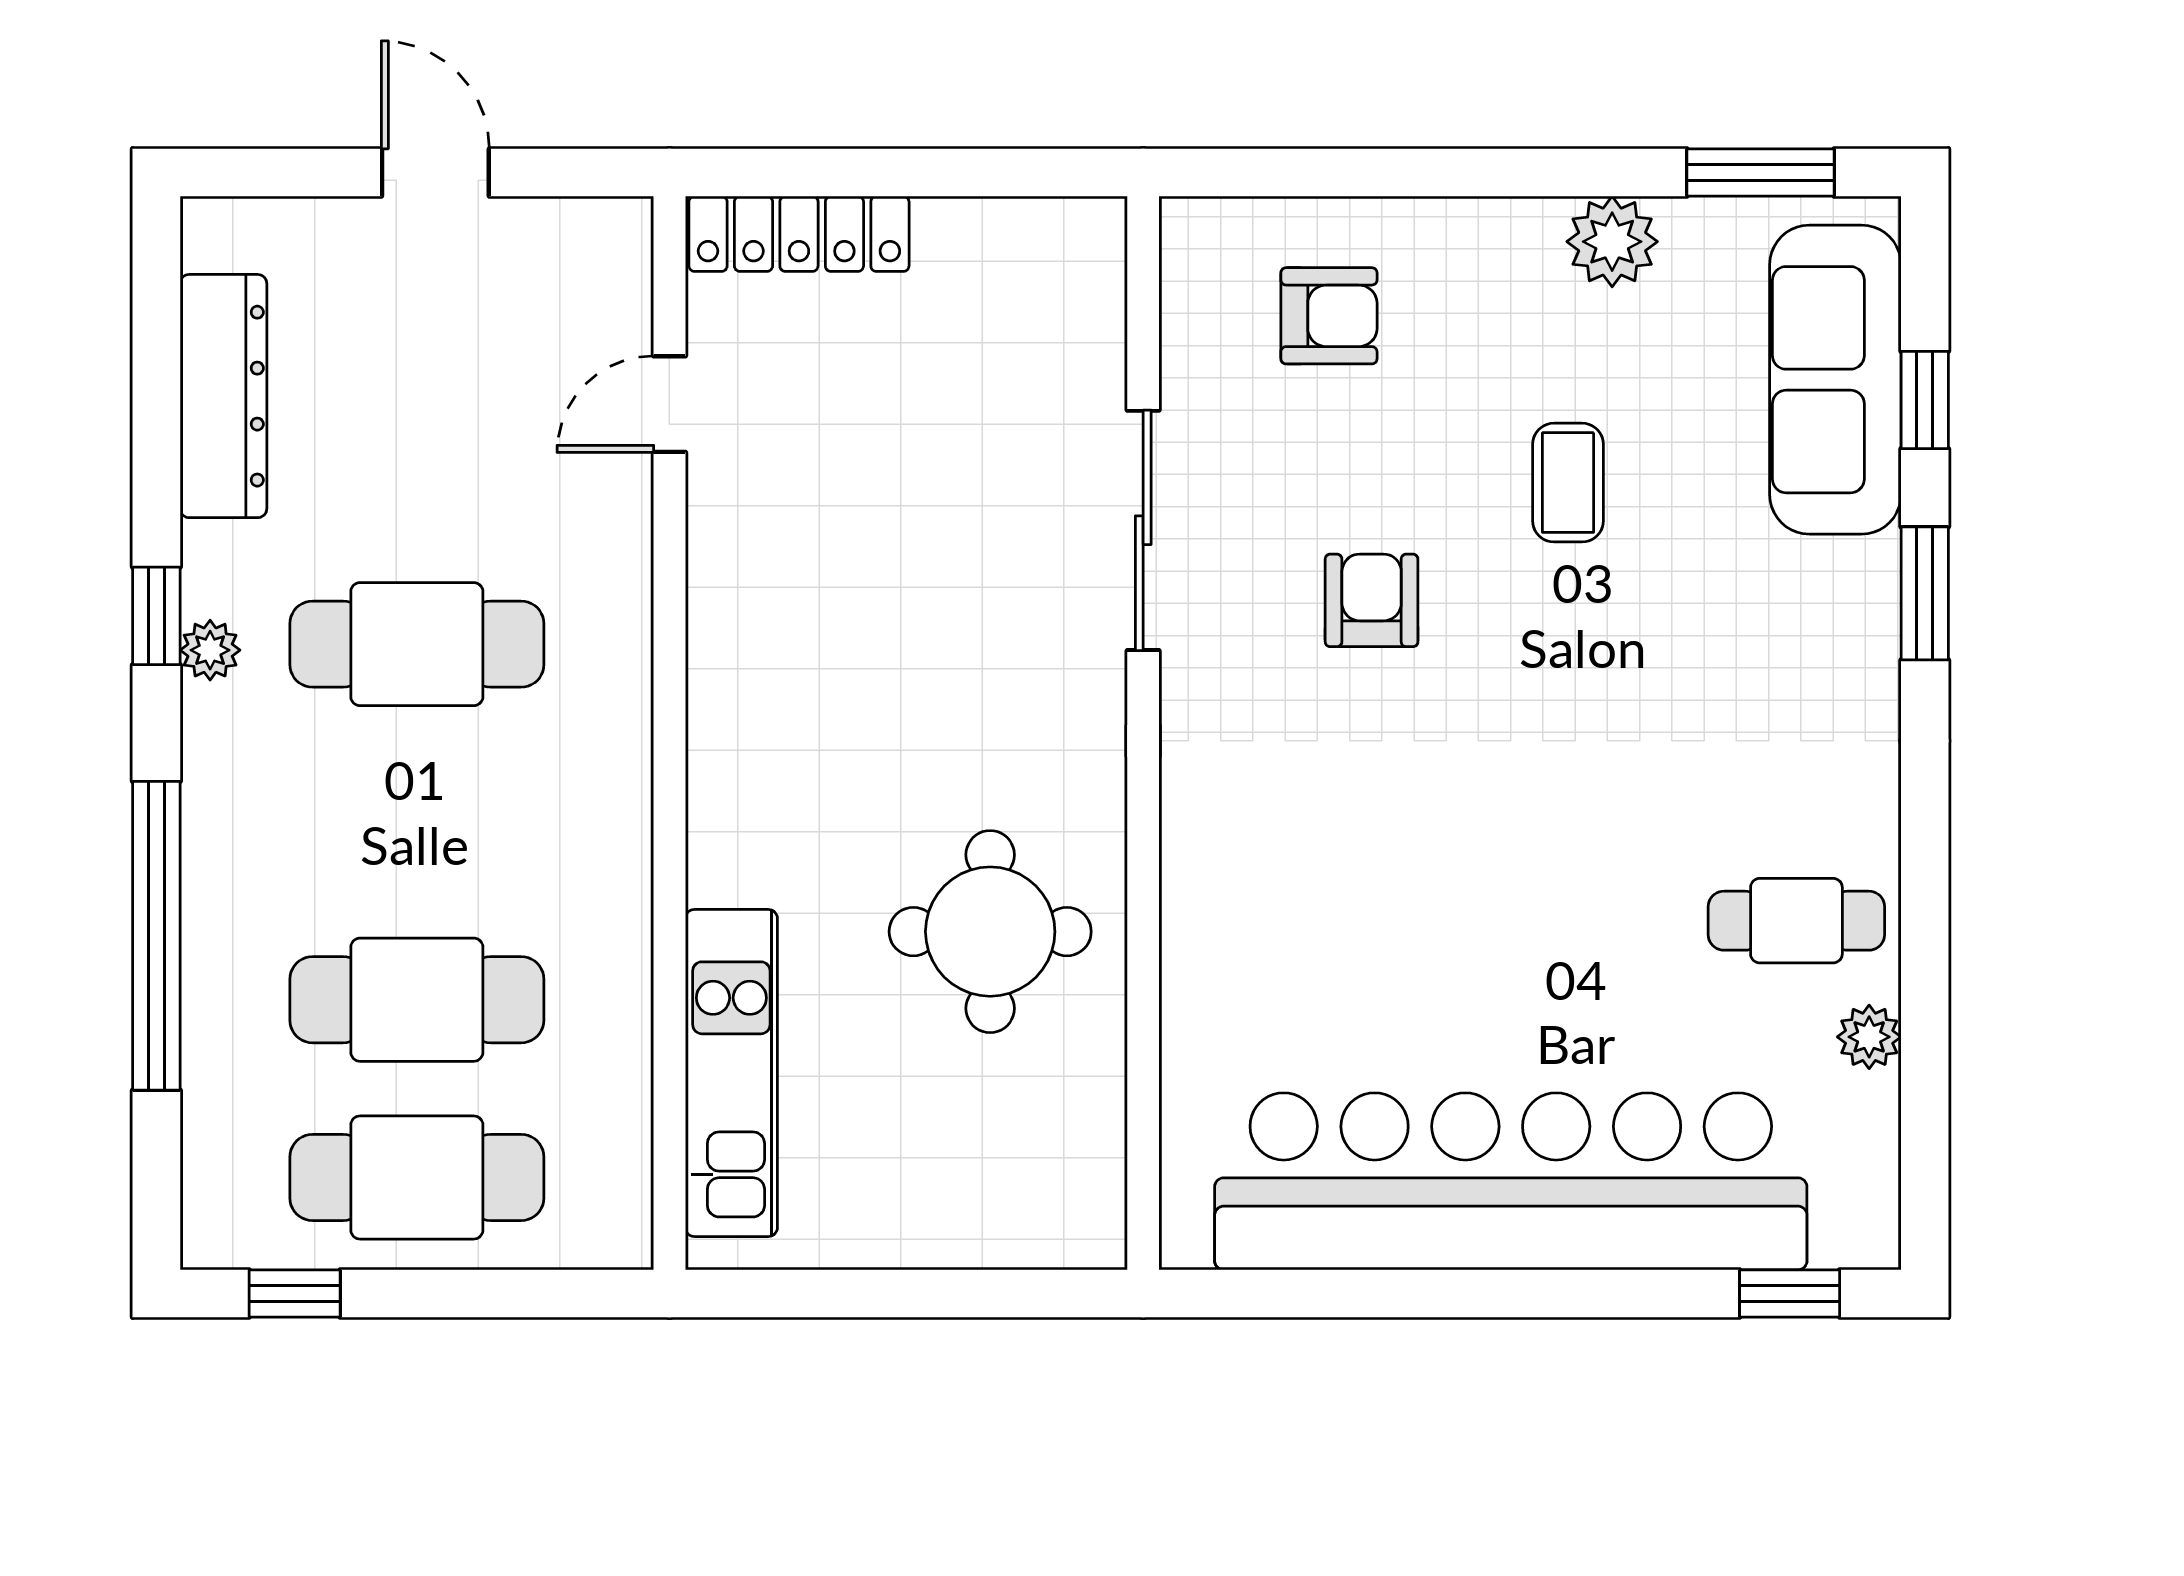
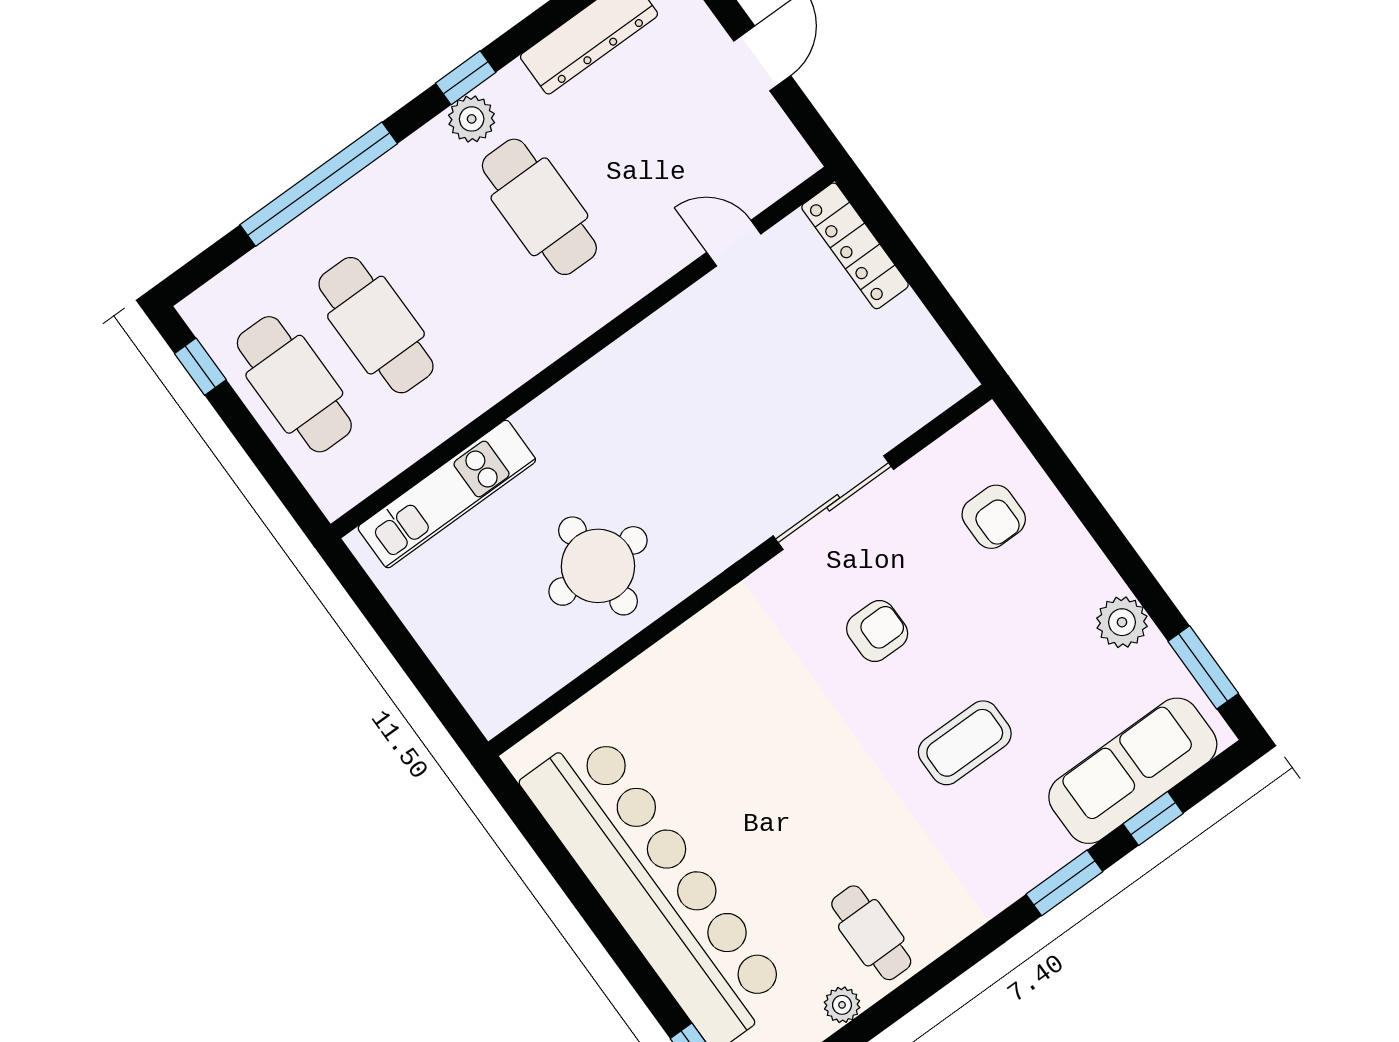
coffee table: (1568, 483) -> (965, 743), moved, width x1.36, depth x1.30
plant: (210, 650) -> (472, 119), width x1.38, depth x1.38

